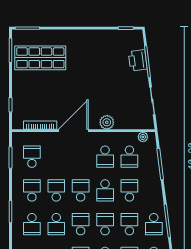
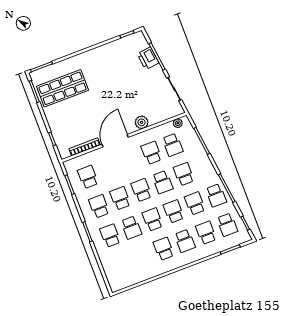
school desk: (105, 157) -> (151, 153), turned 180
school desk: (32, 224) -> (110, 236), turned 180

